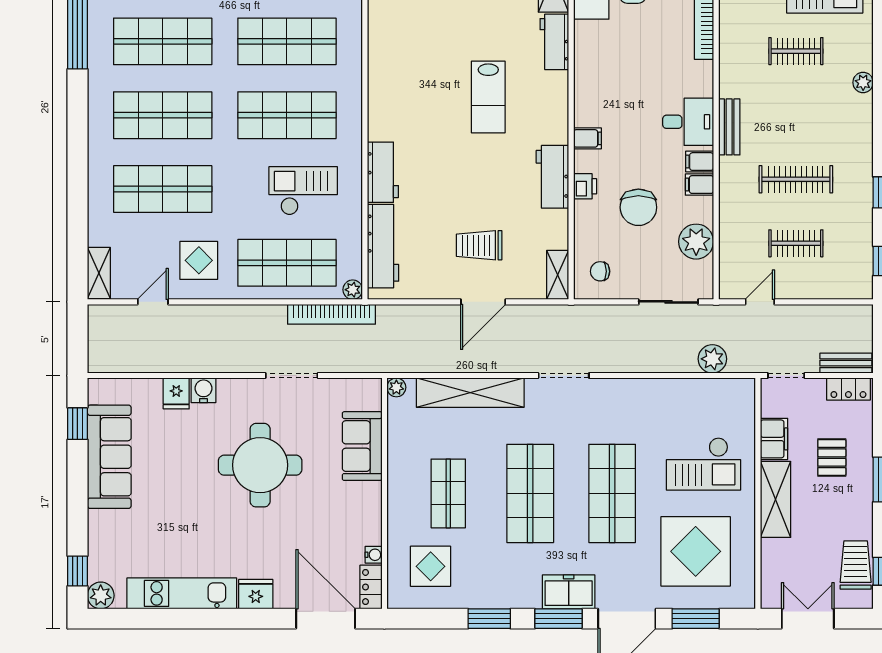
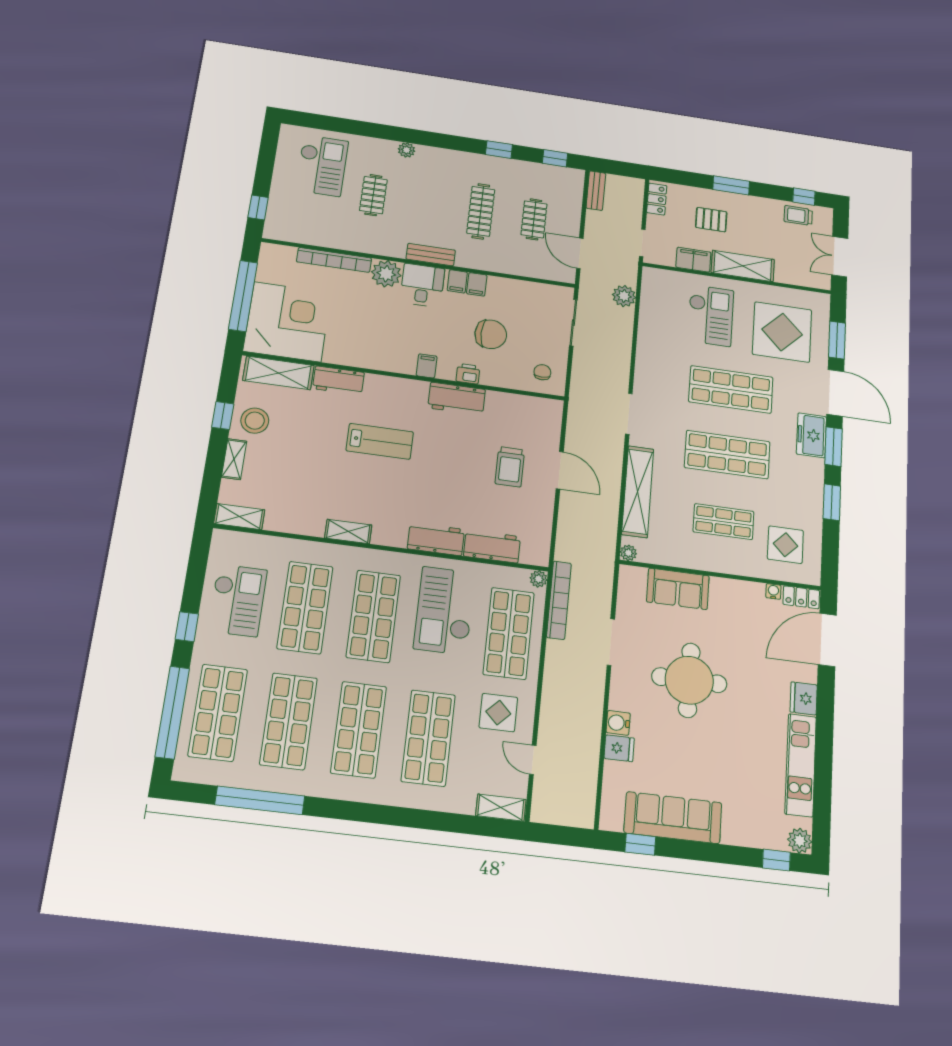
checkout: (303, 191) -> (445, 611), width x1.36, depth x1.21
plant: (696, 242) -> (386, 274), moved
workbench: (383, 246) -> (492, 546), width x0.73
chair: (600, 271) -> (542, 372), turned 180
shelving: (558, 275) -> (348, 532), moved
door: (760, 302) -> (580, 253), width x1.38
bench: (846, 363) -> (596, 191), moved
trolley: (856, 565) -> (798, 216), width x0.73, depth x0.72

